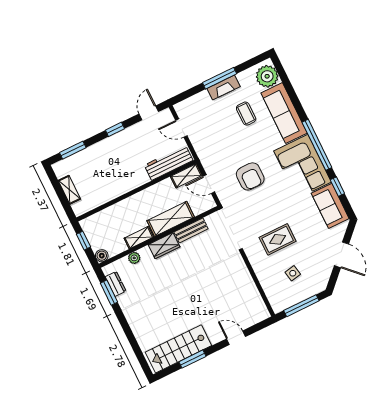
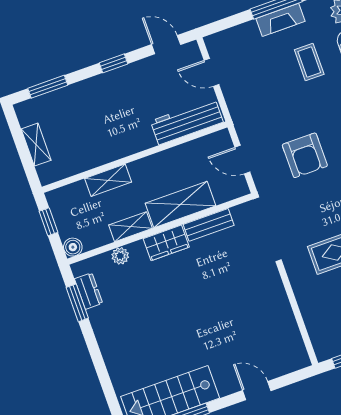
door: (149, 113) -> (166, 45), hinge flipped
shelving: (186, 176) -> (108, 180), moved

